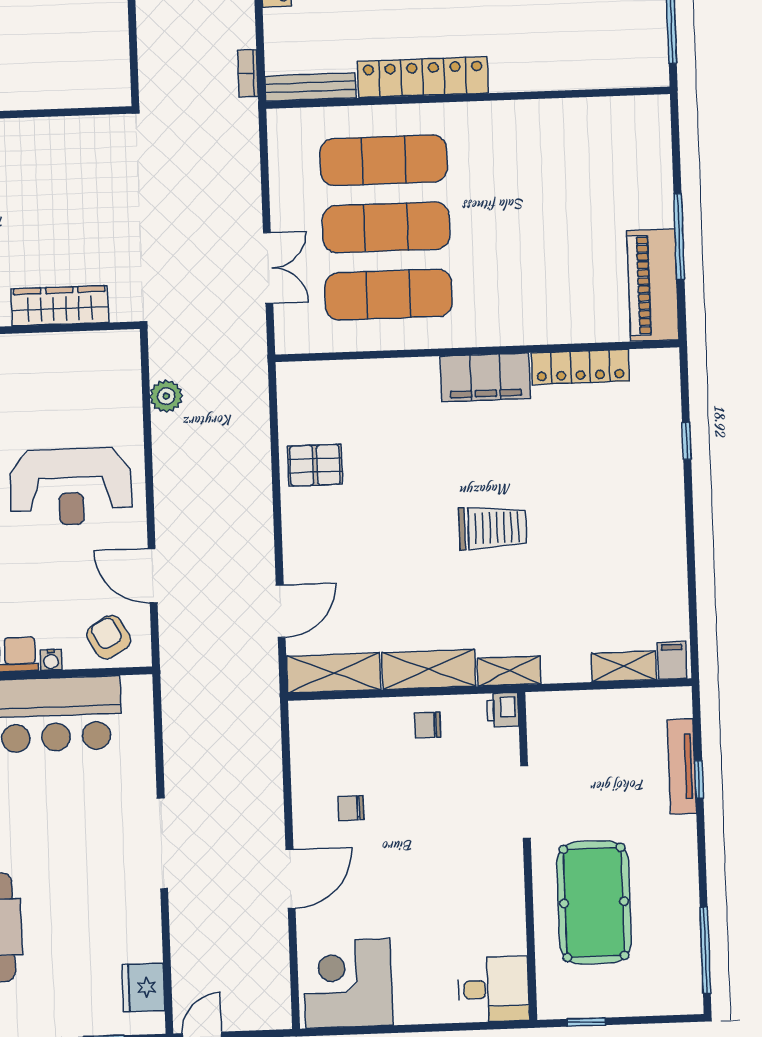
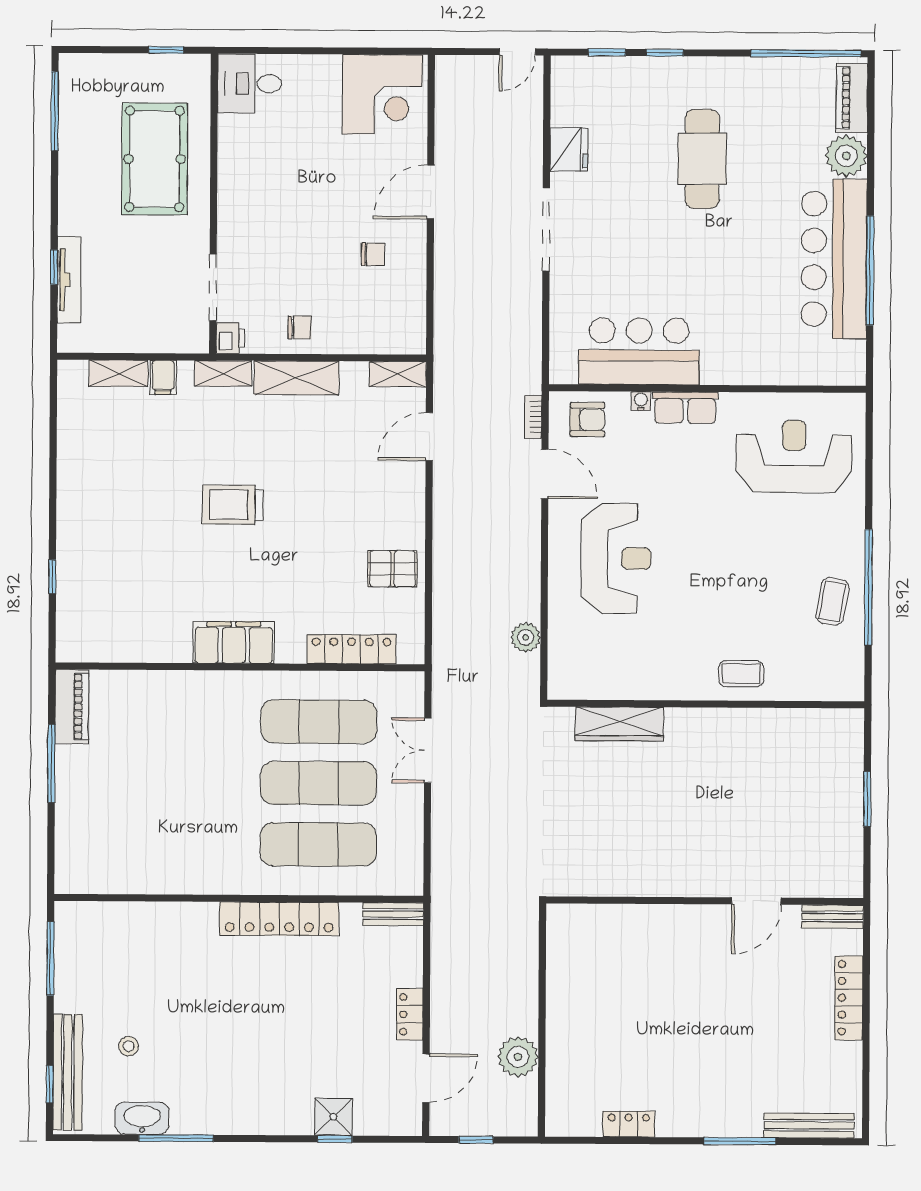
bookcase: (248, 73) -> (533, 417), moved, turned 180
bench: (310, 87) -> (393, 914), width x0.73
piano: (653, 285) -> (72, 707), width x0.73, depth x0.75
locker: (580, 367) -> (351, 649), moved
reception desk: (71, 487) -> (616, 558), turned 90
armchair: (109, 637) -> (587, 419), turned -61
filing cabinet: (672, 660) -> (163, 377), moved
shelving: (334, 673) -> (398, 374), width x0.67, depth x0.75
doorway: (525, 802) -> (213, 287), moved
fridge: (143, 987) -> (569, 150), moved

